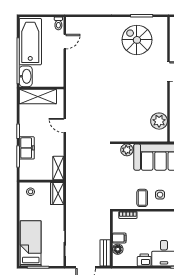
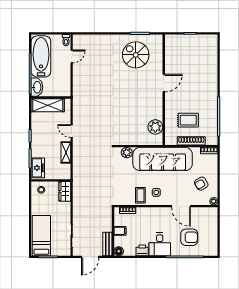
freezer: (27, 148) -> (38, 168), moved
shelving: (58, 168) -> (66, 152), moved
floor lamp: (118, 249) -> (119, 251), moved

